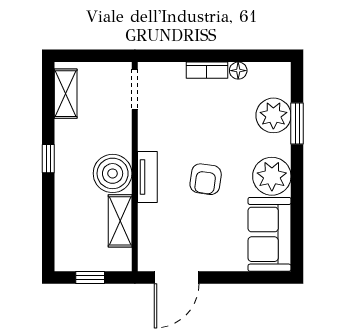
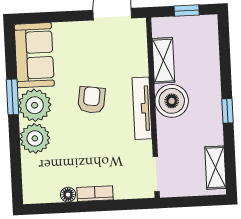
plant: (273, 115) -> (35, 138), moved
window: (297, 124) -> (13, 97), moved
tv unit: (147, 177) -> (142, 108), width x1.41

